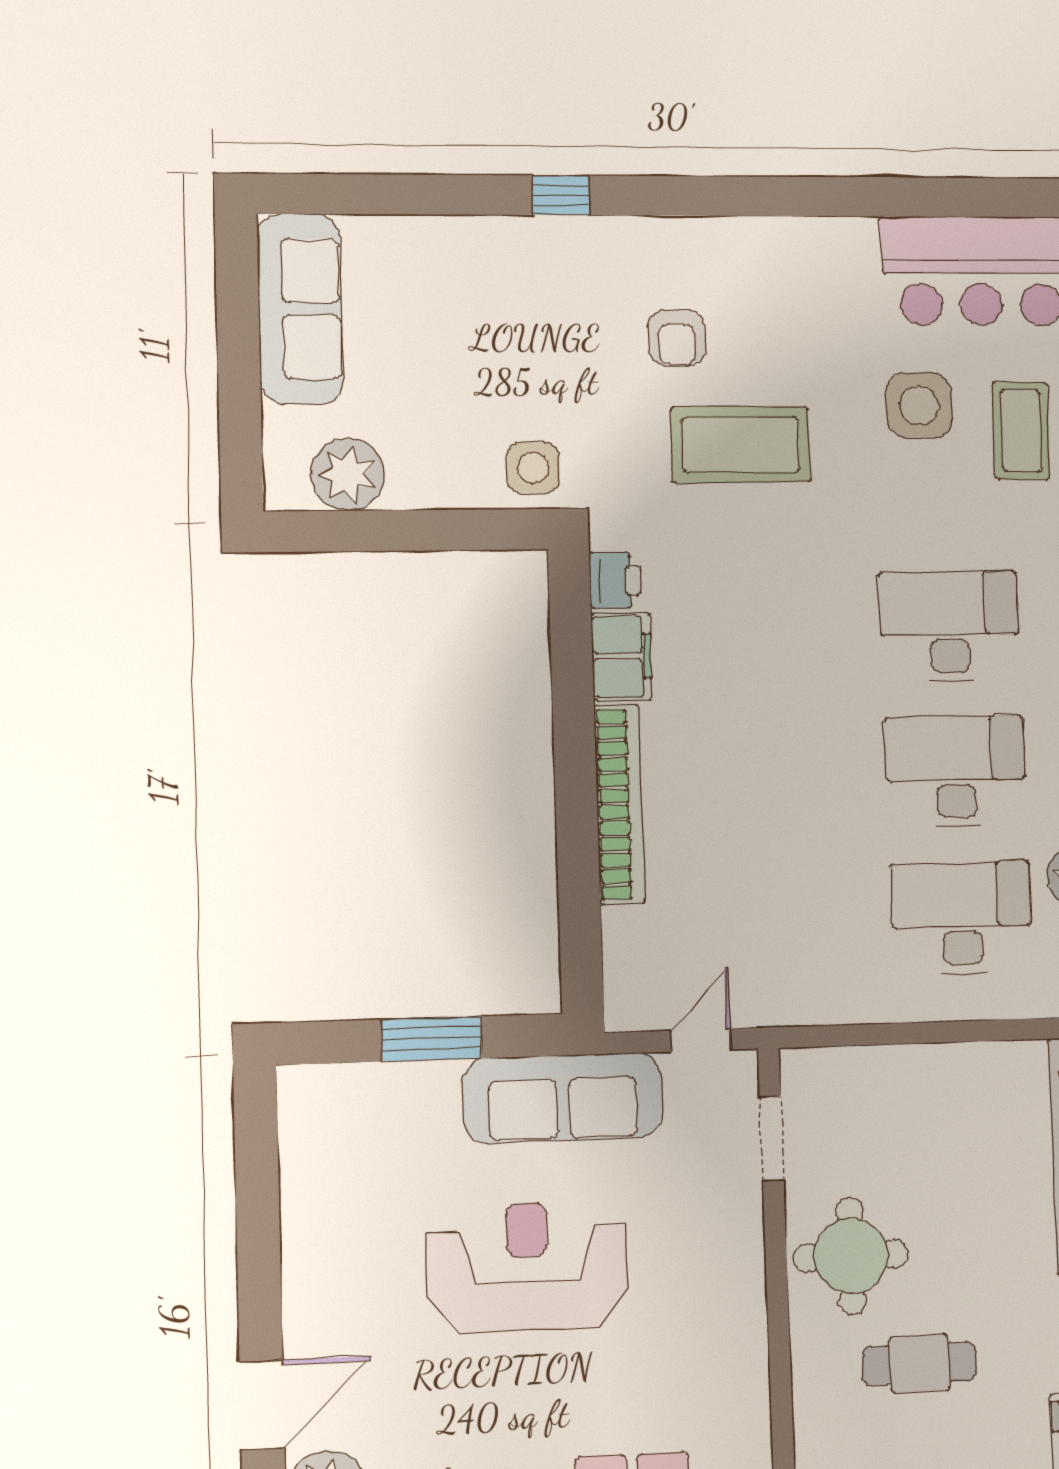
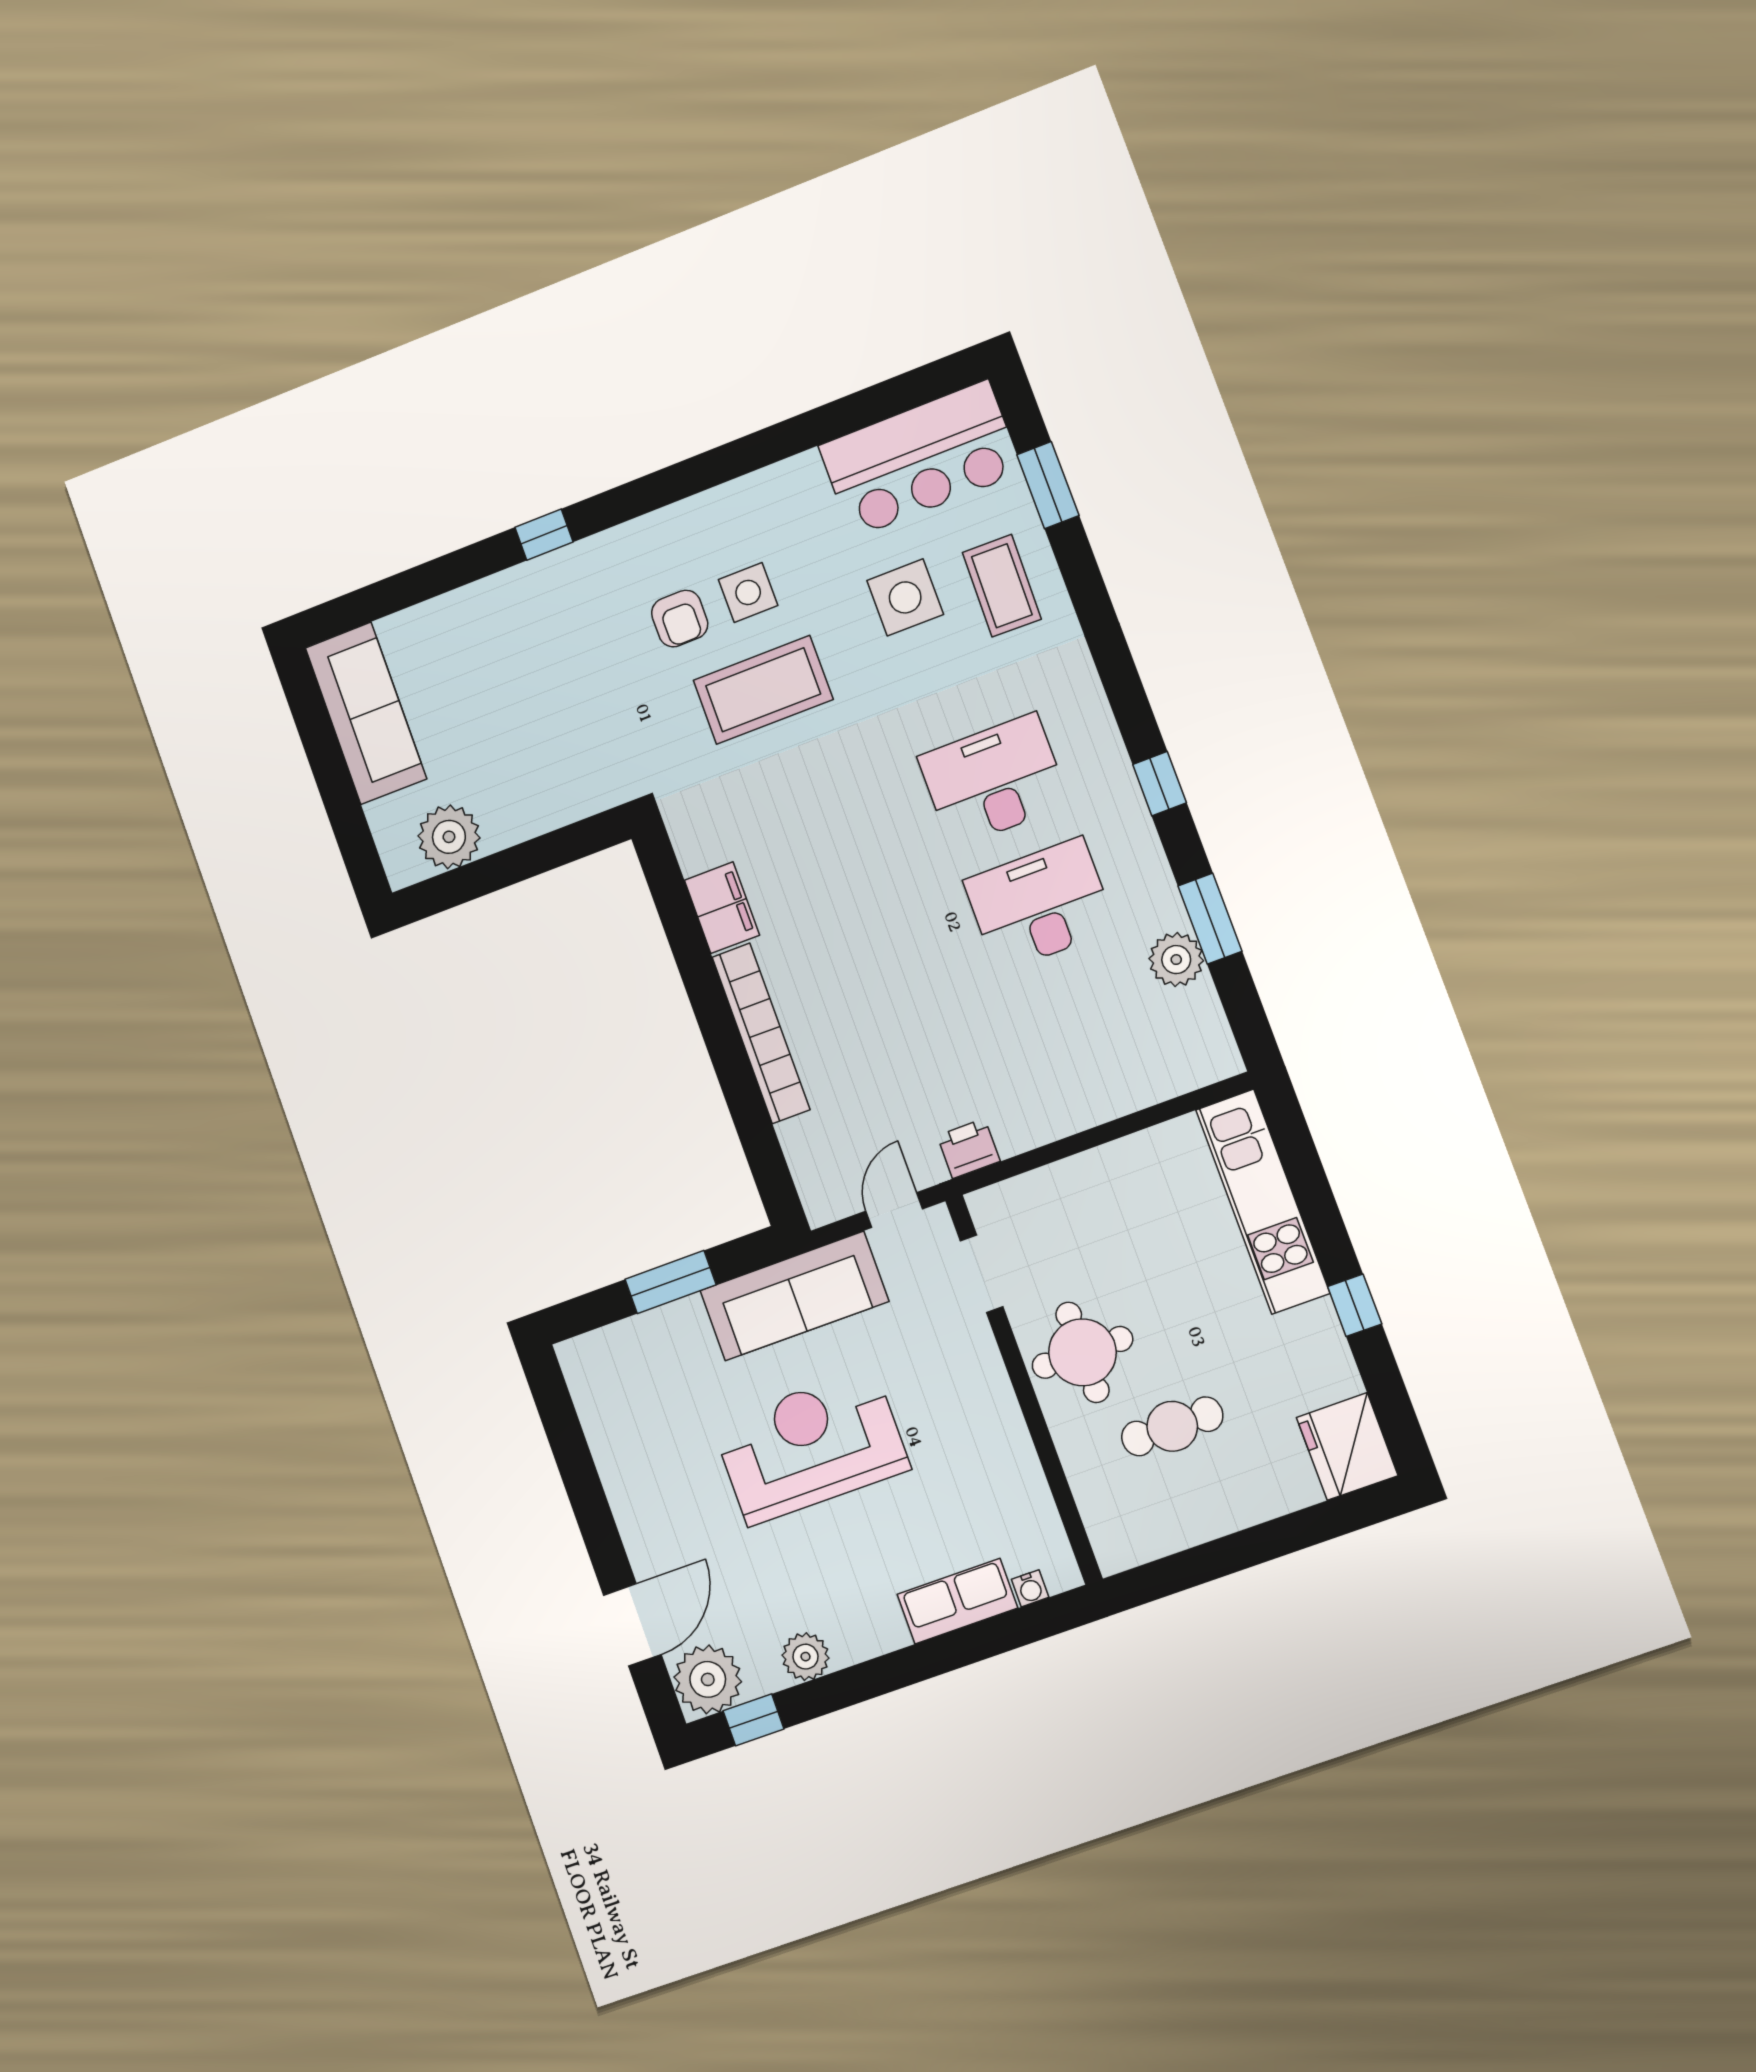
side table: (533, 468) -> (748, 592), moved
printer: (615, 581) -> (969, 1148), moved, turned -90
desk: (962, 918) -> (1086, 1030), removed

